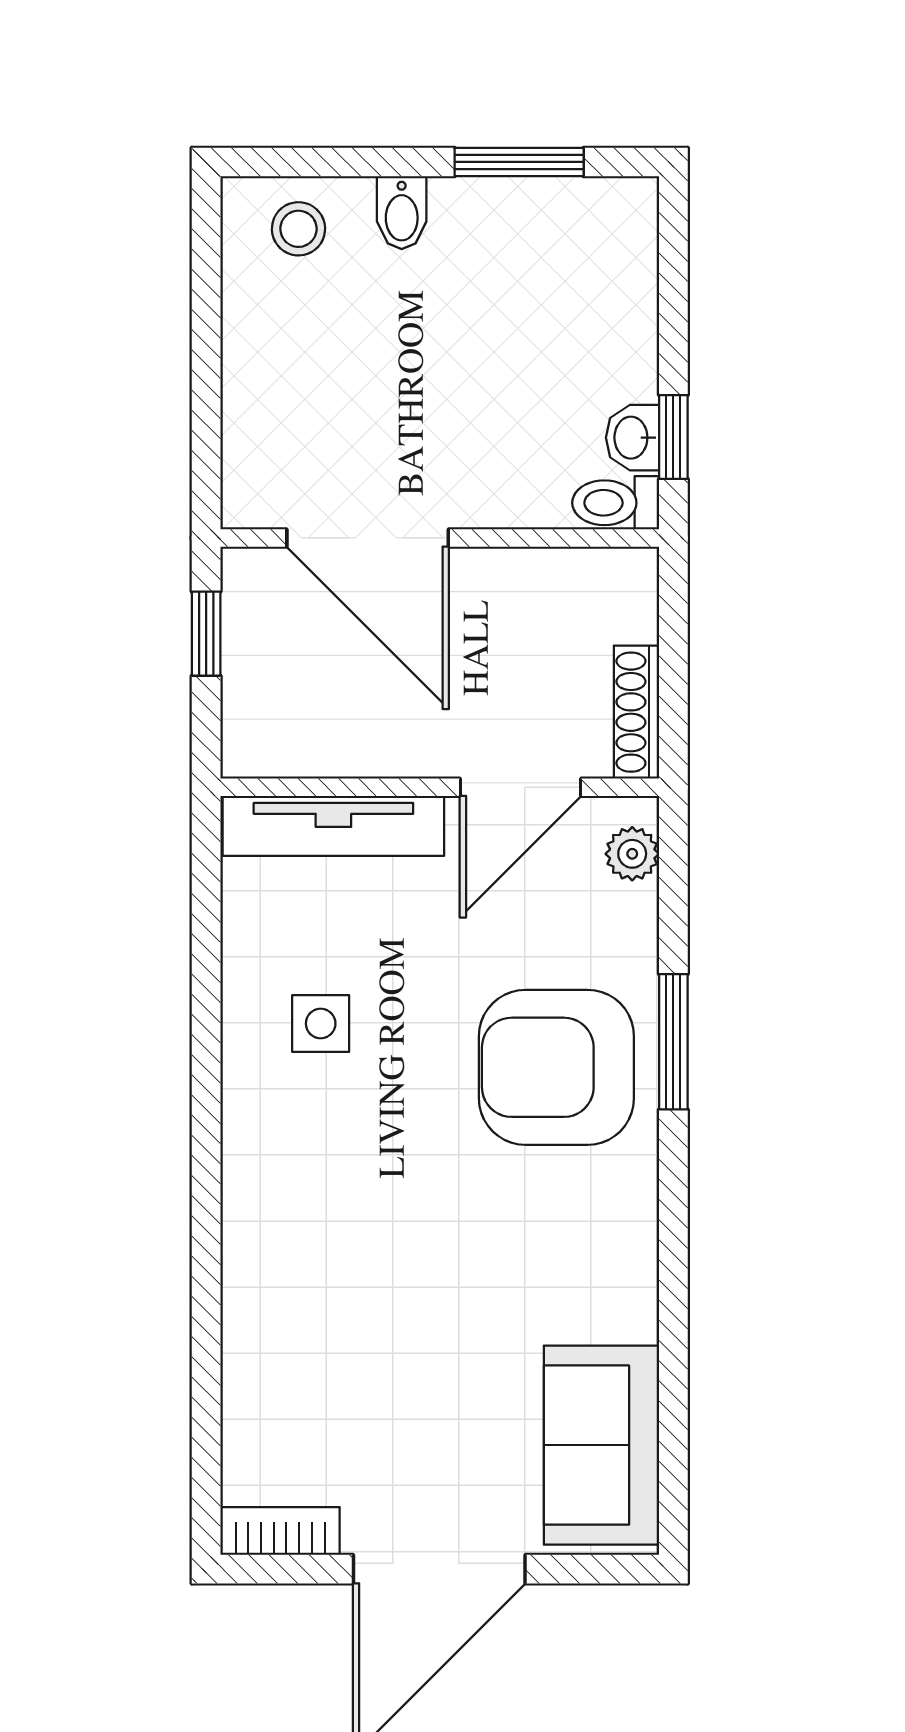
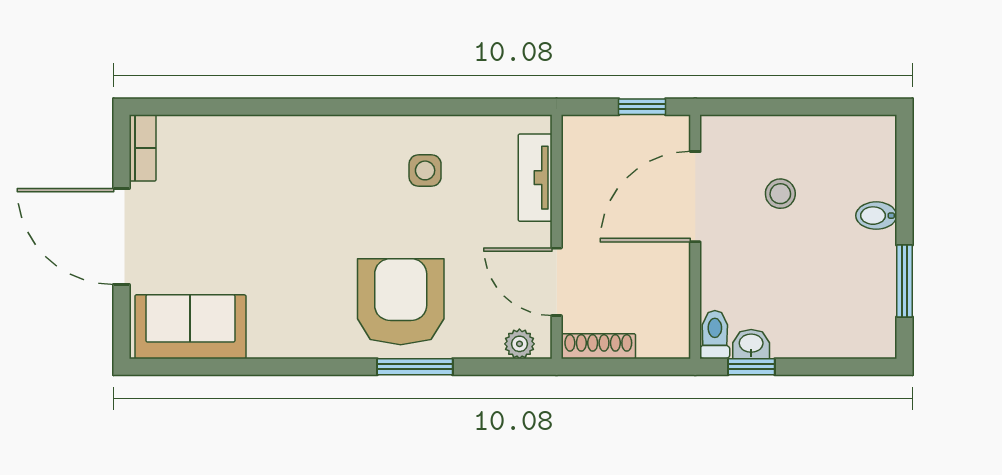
stool: (298, 229) -> (780, 194), moved
tv unit: (333, 826) -> (535, 178), width x0.71

